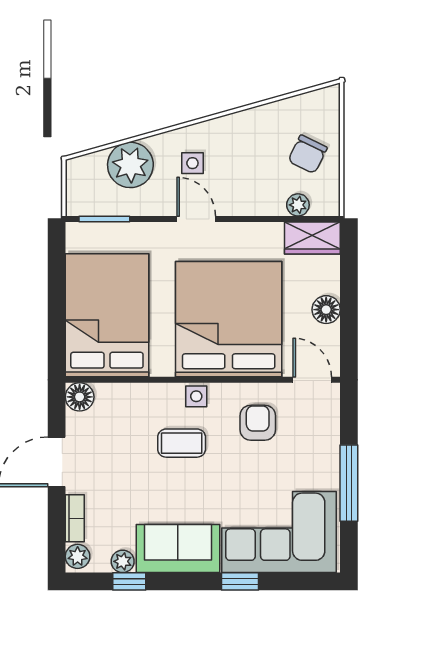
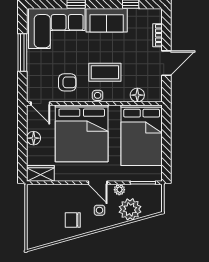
chair: (308, 154) -> (73, 220), moved, turned -116
plant: (298, 205) -> (119, 190), moved
floor lamp: (80, 397) -> (137, 95), moved
armchair: (258, 423) -> (67, 82), turned -90
coffee table: (182, 443) -> (105, 72), width x1.36, depth x1.30
plant: (78, 556) -> (156, 16), removed
plant: (123, 561) -> (134, 14), removed

